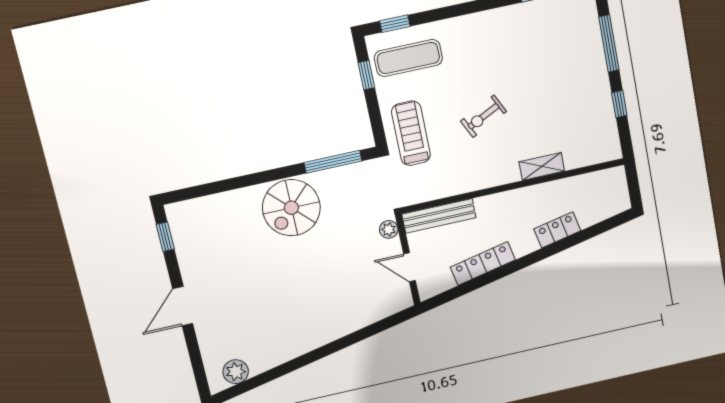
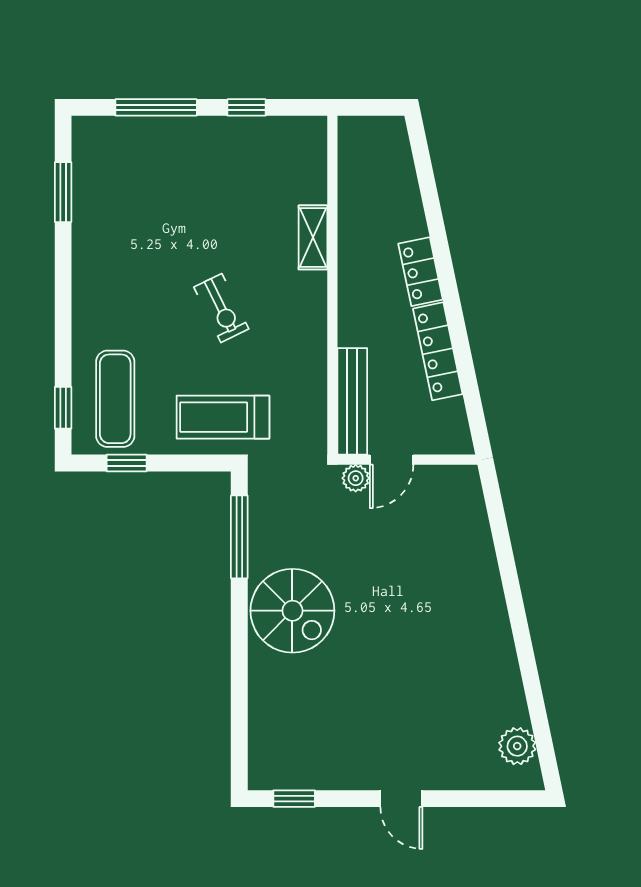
locker: (557, 230) -> (421, 272), moved
door: (410, 267) -> (392, 460), moved
door: (183, 306) -> (401, 799), width x0.73

